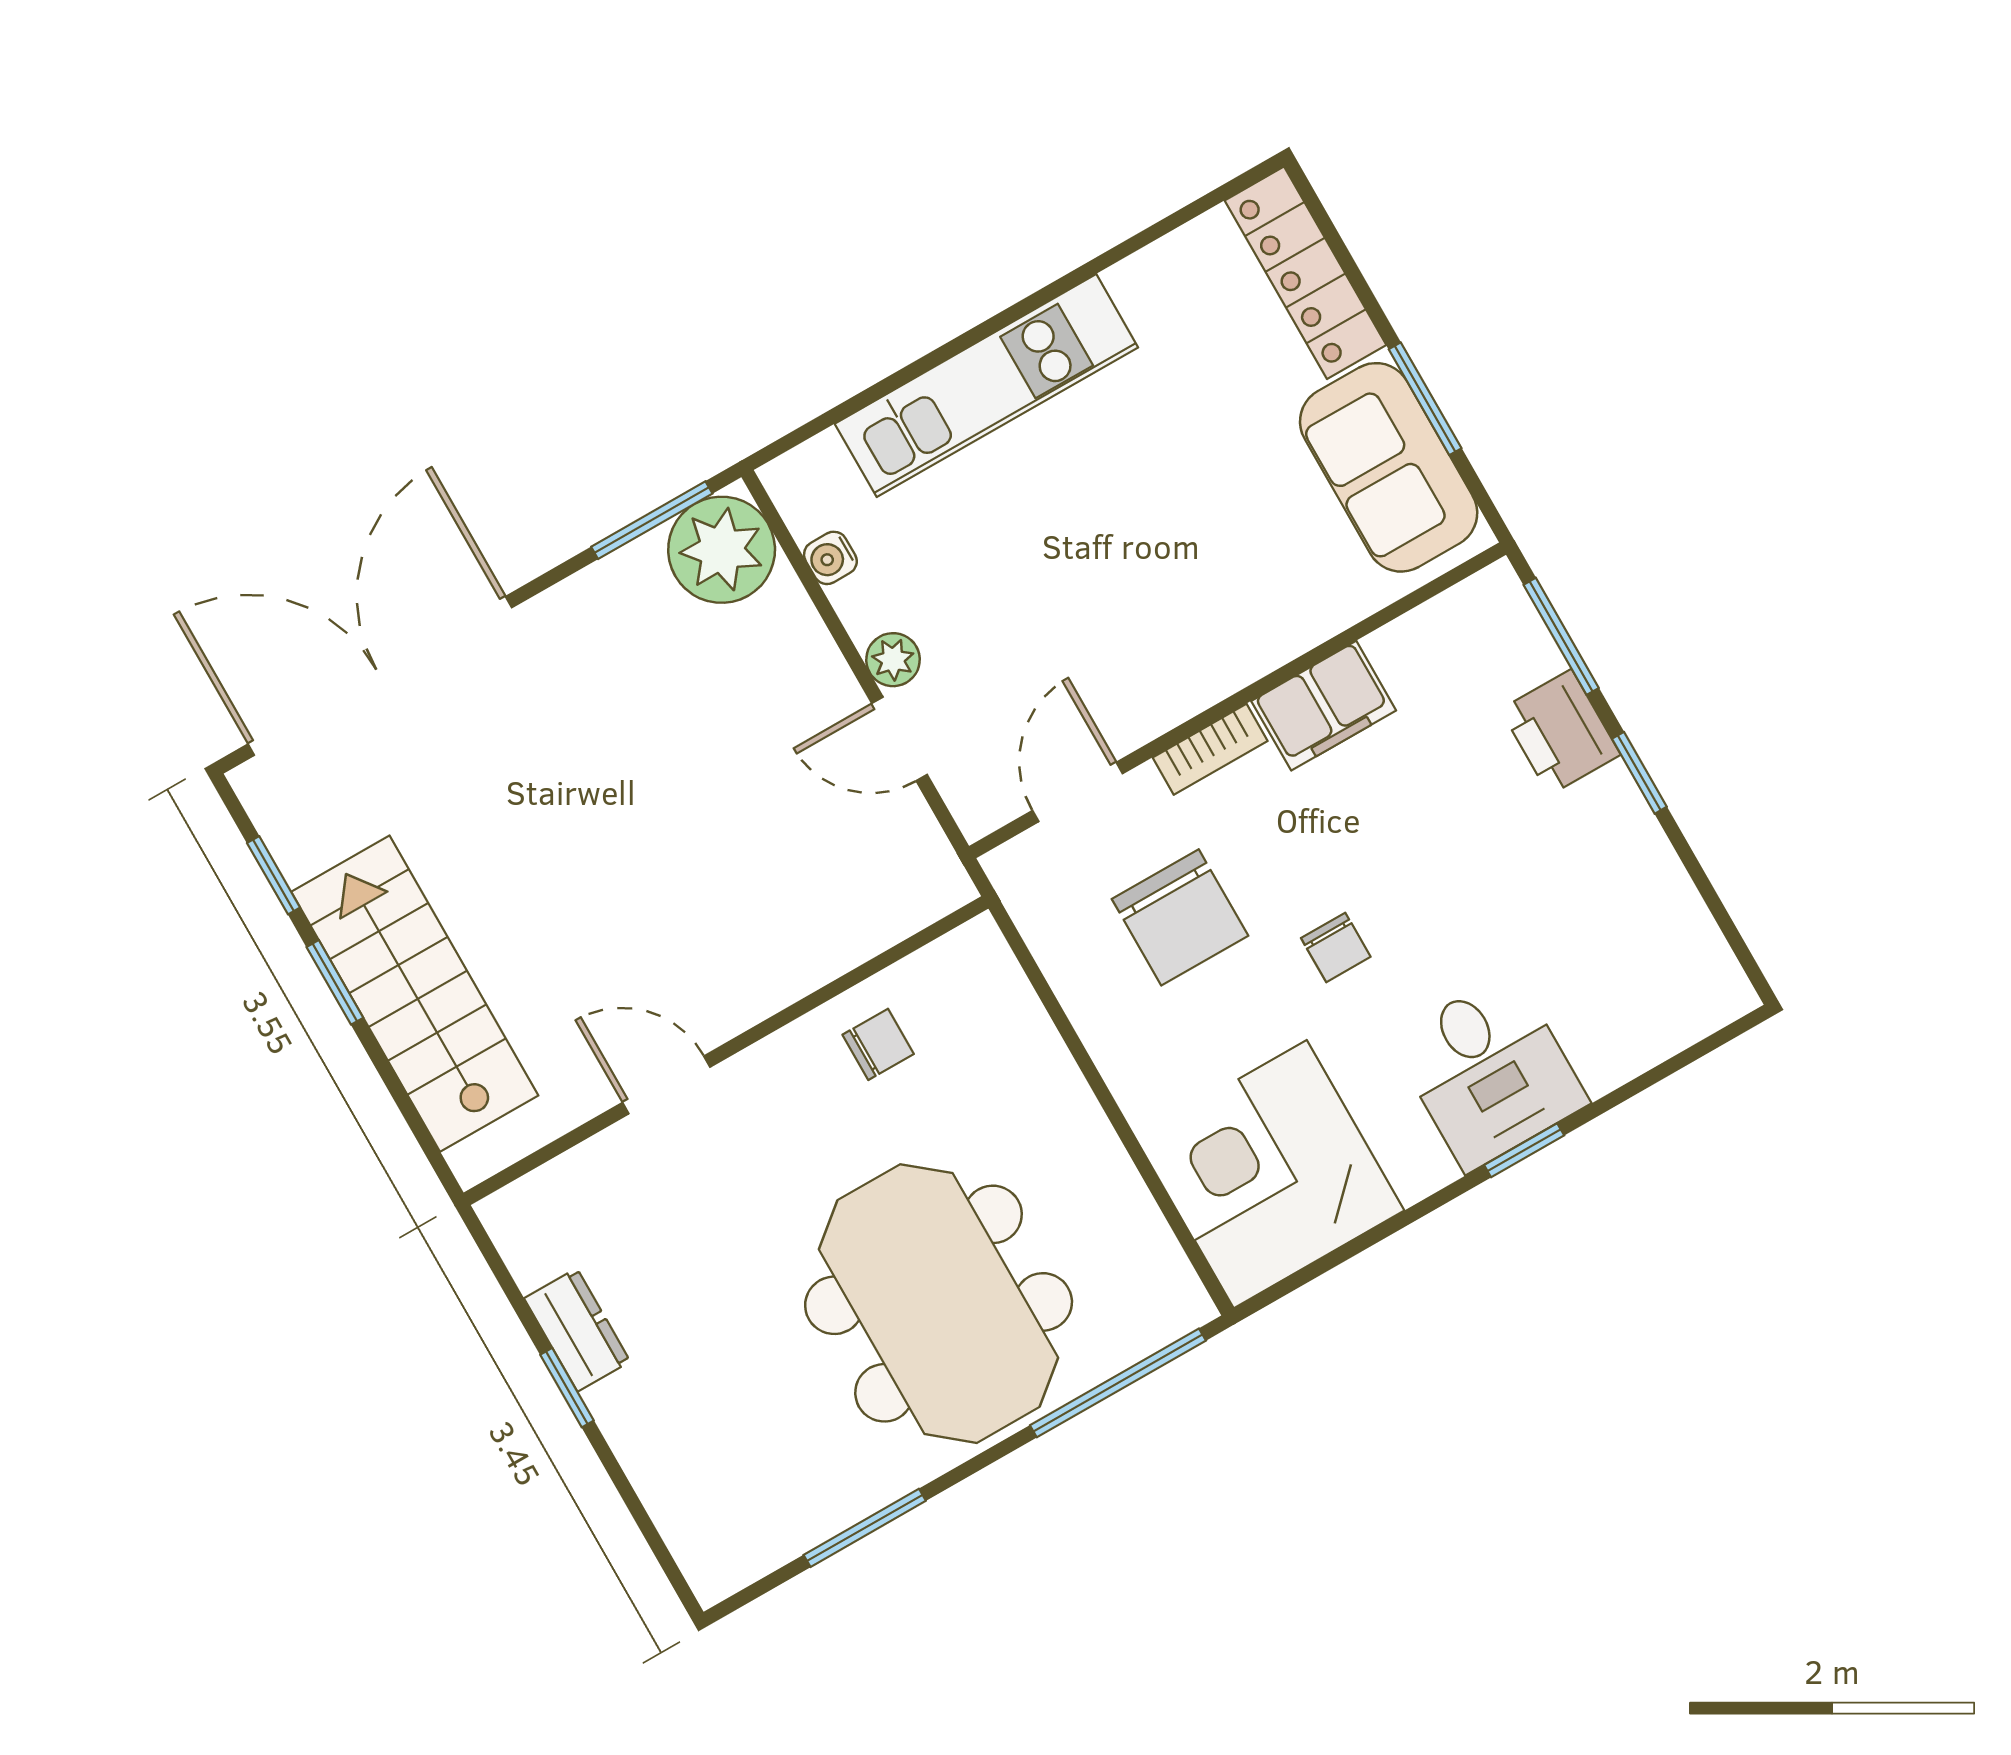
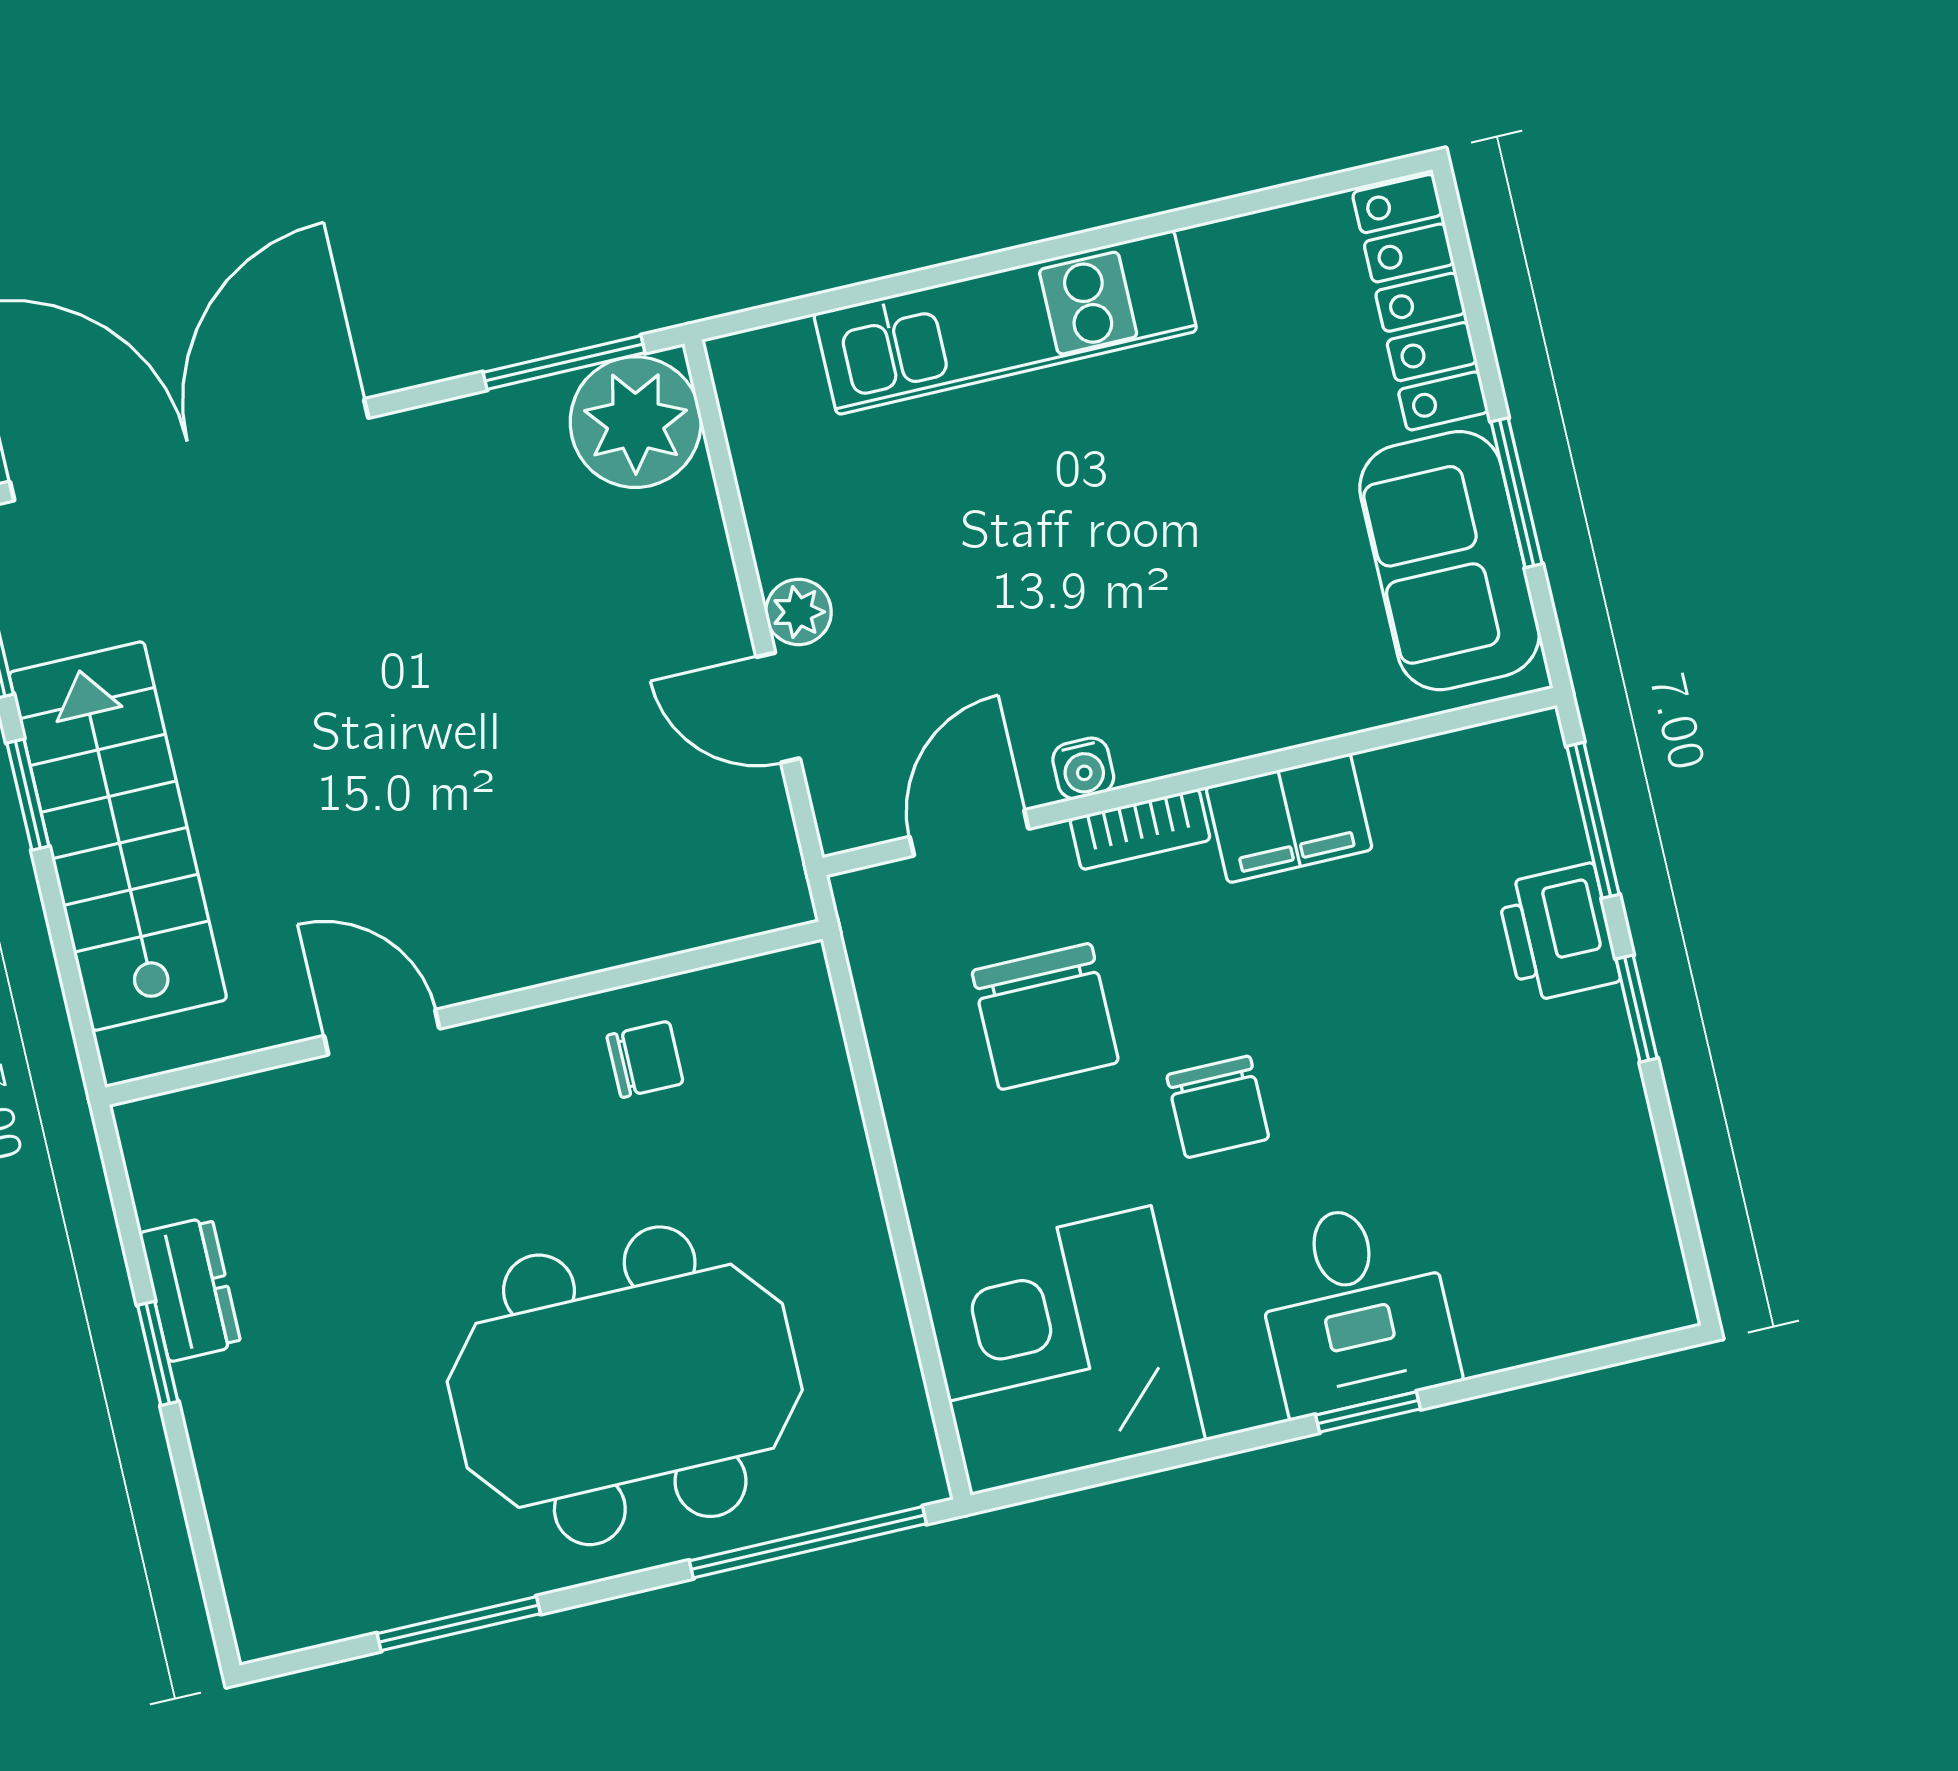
water cooler: (830, 558) -> (1083, 768), moved, turned -90
chair: (1336, 947) -> (1218, 1107), width x1.37, depth x1.37
meeting table: (939, 1304) -> (625, 1386), turned 90

